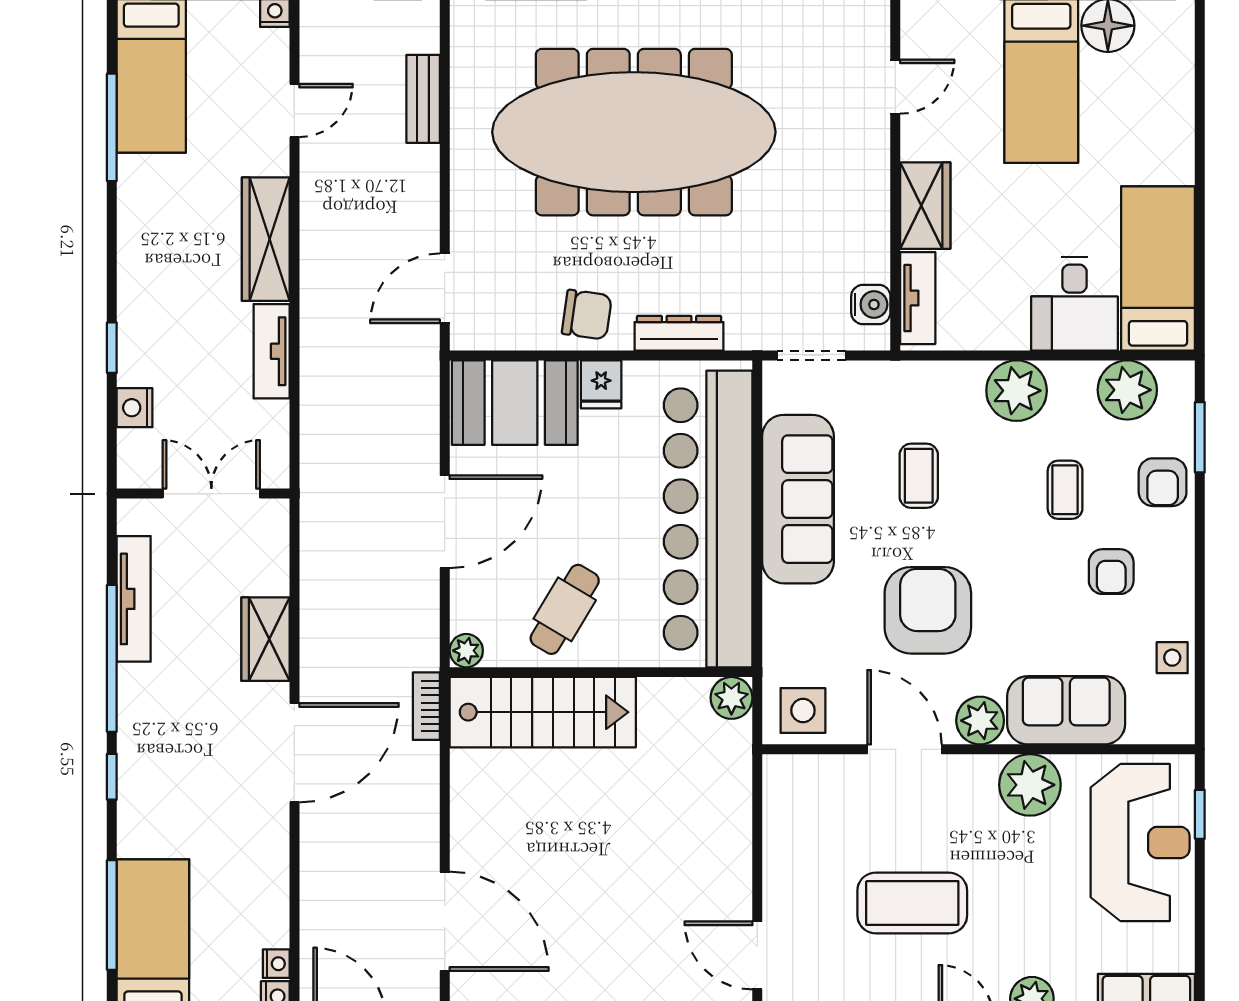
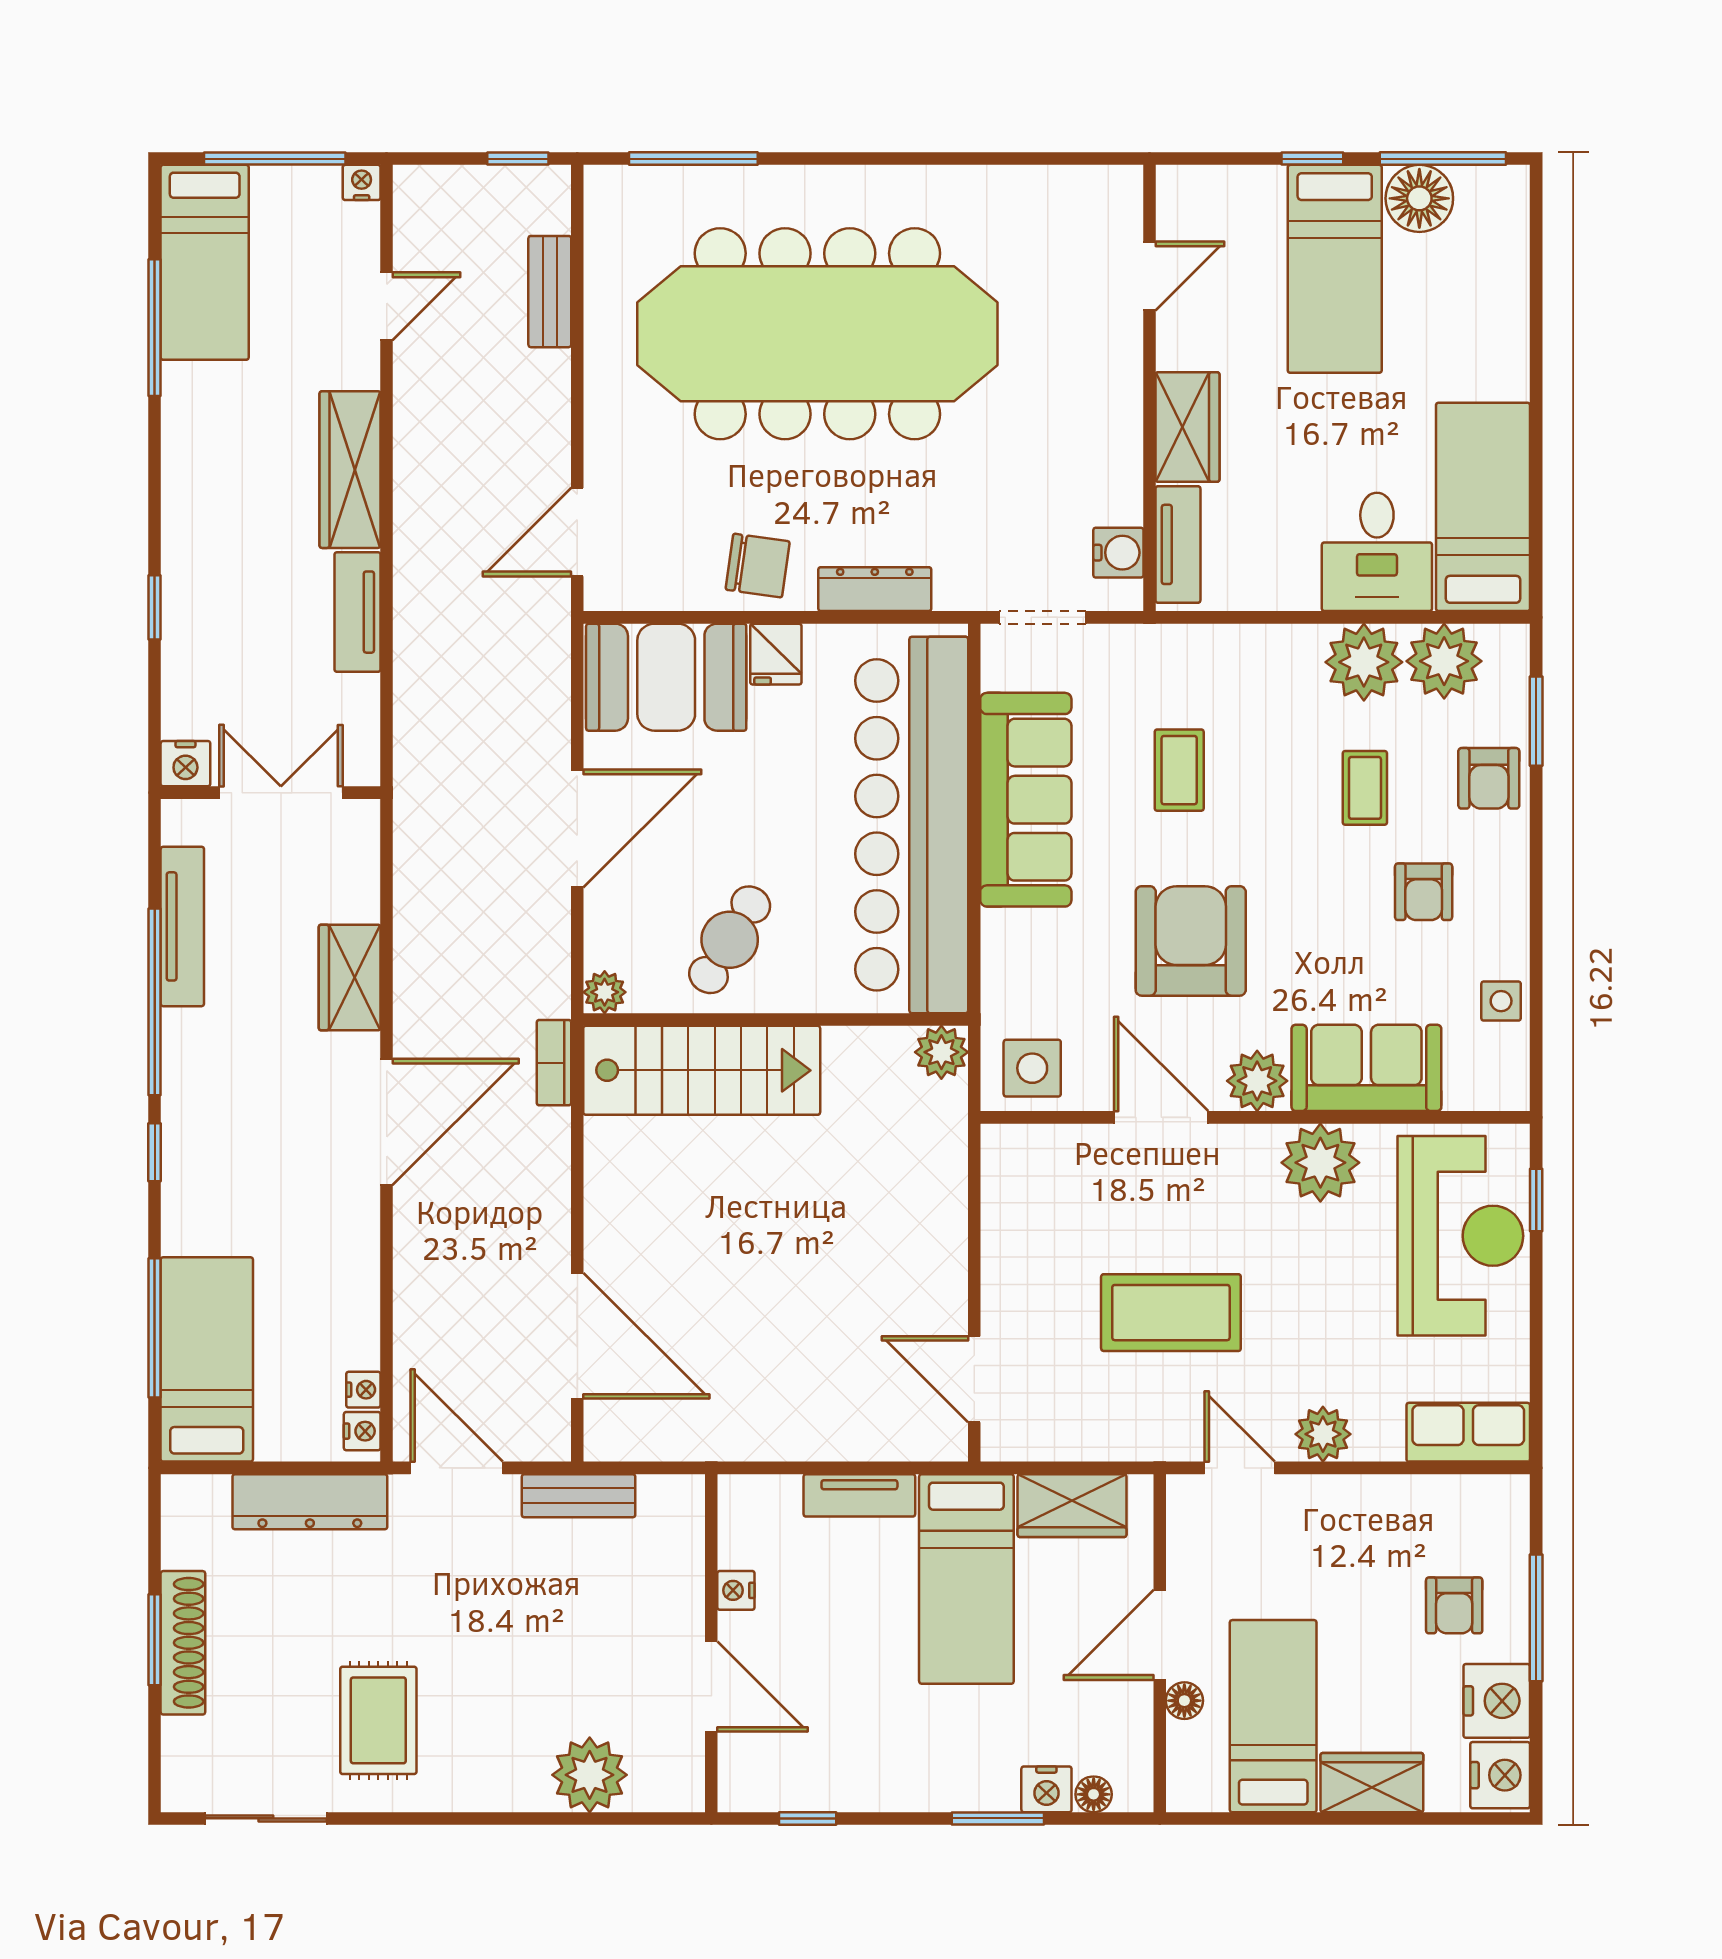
plant: (1017, 391) -> (1364, 662), moved
nightstand: (135, 408) -> (185, 764), moved, turned -90

